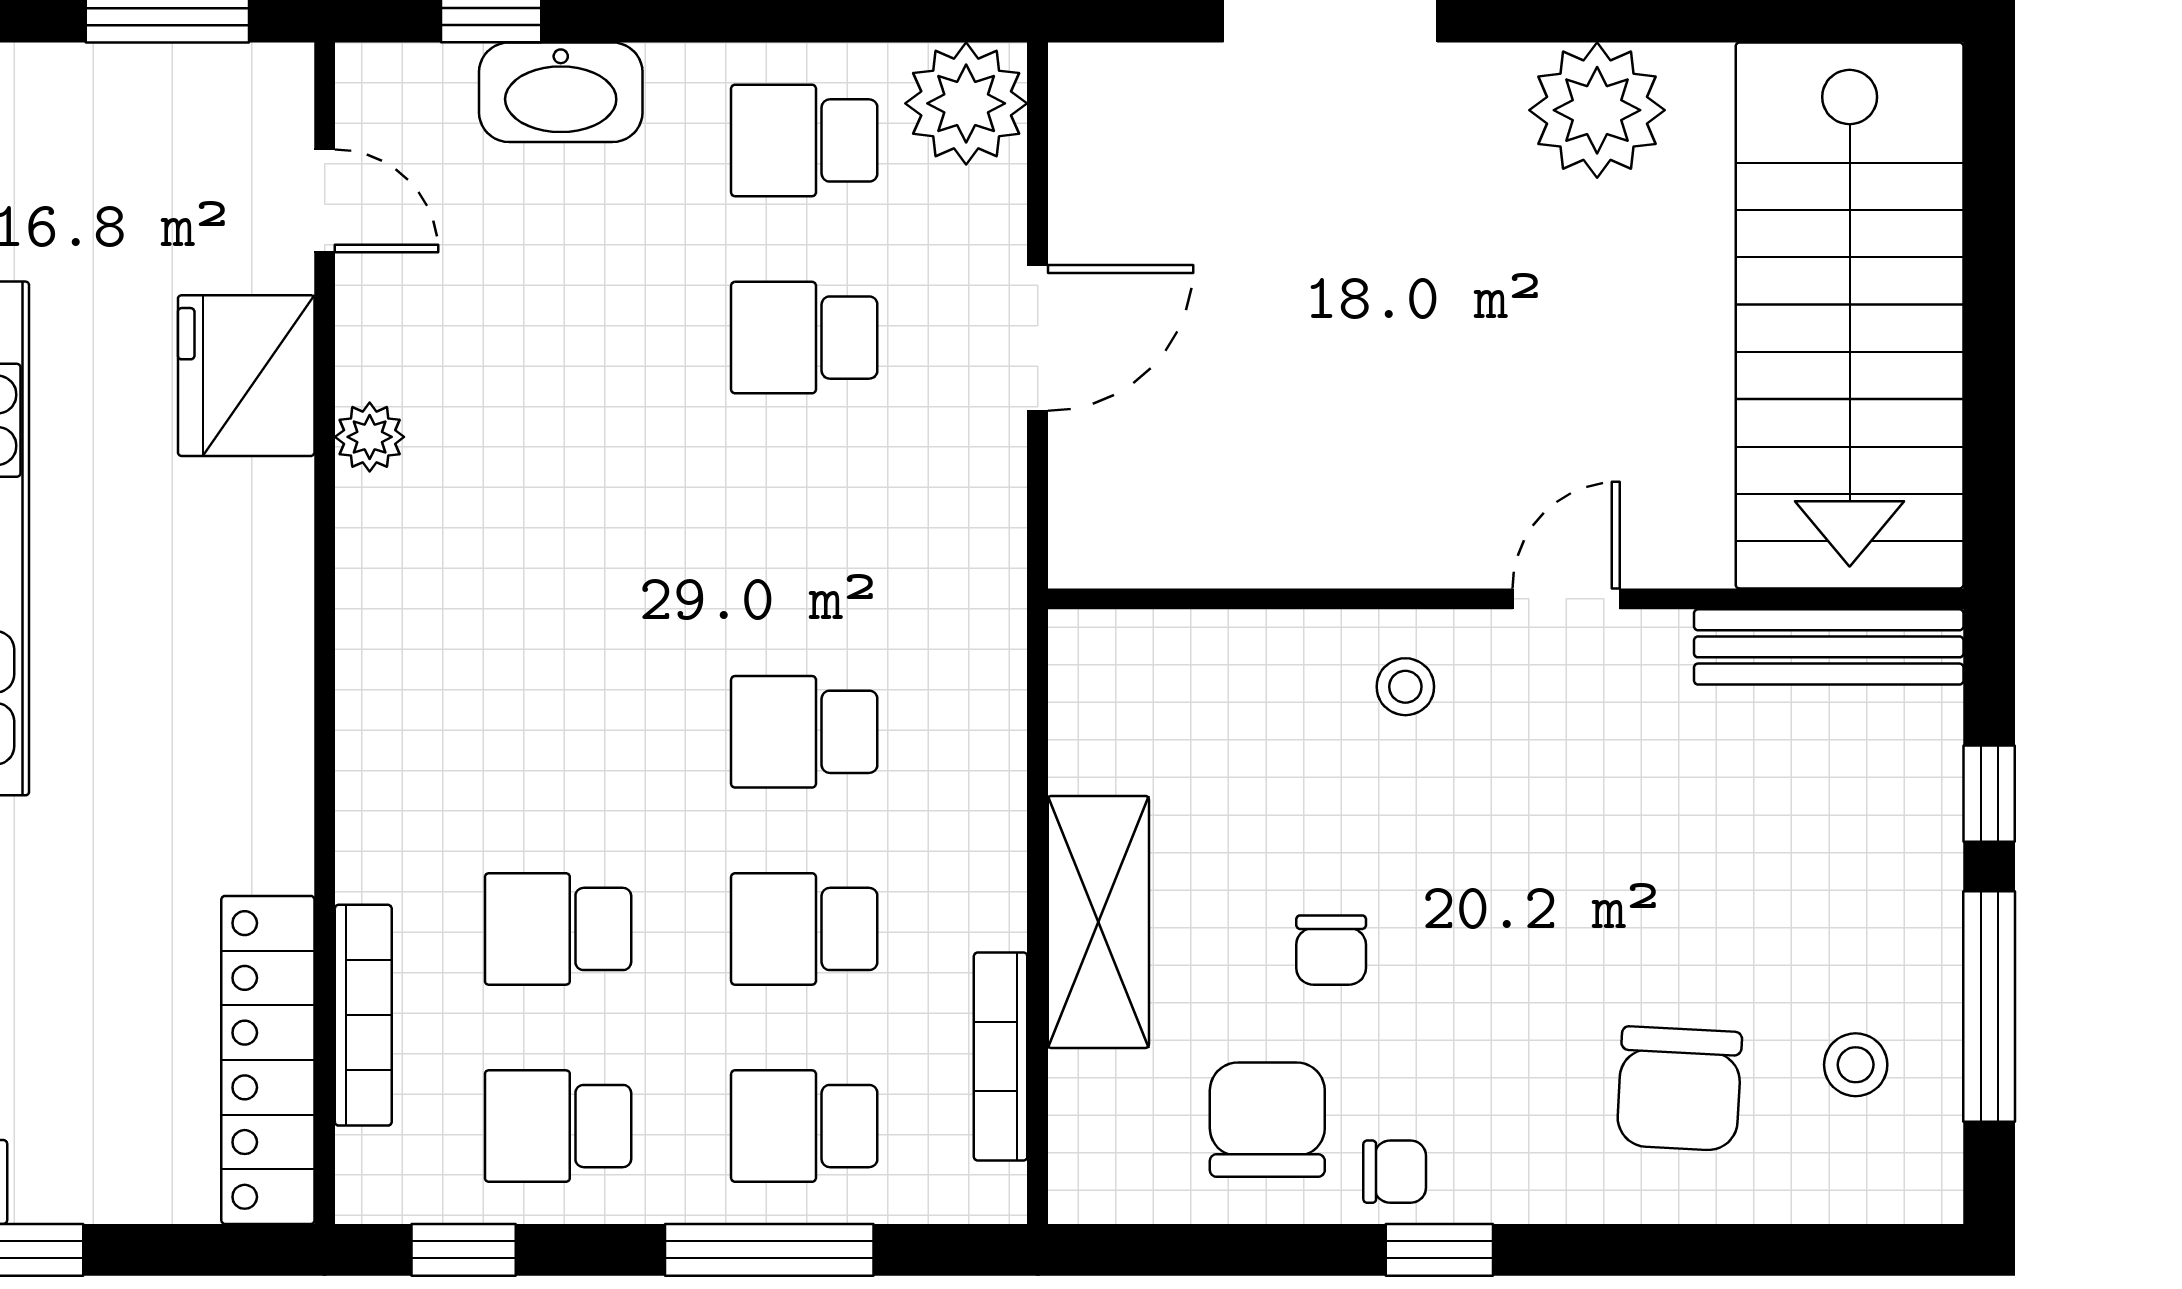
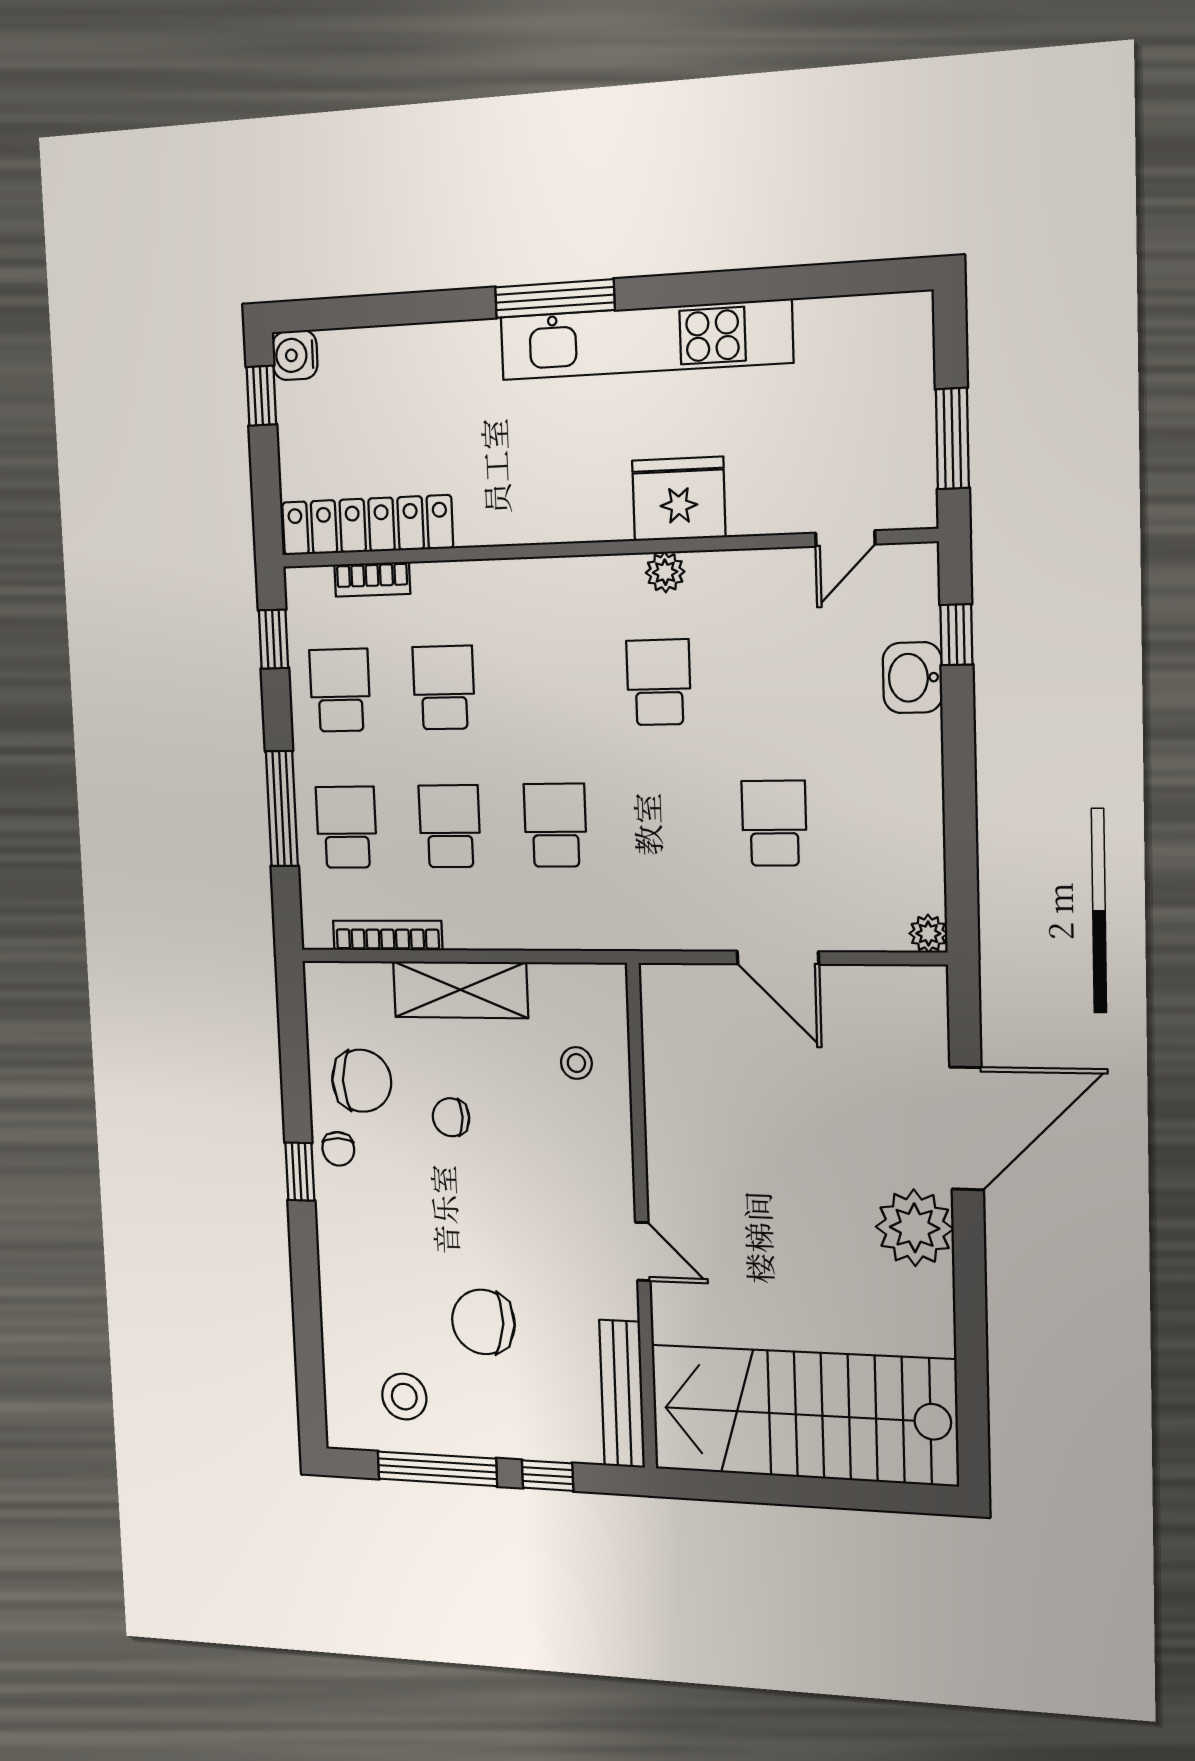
washbasin: (561, 92) -> (912, 678), width x0.72
plant: (966, 103) -> (928, 933), width x0.53, depth x0.53
plant: (1597, 110) -> (915, 1228), moved
school desk: (804, 140) -> (659, 682), moved
fridge: (246, 376) -> (679, 499), moved
plant: (370, 437) -> (665, 572), moved
stool: (1405, 687) -> (576, 1063), moved
bookcase: (363, 1015) -> (372, 579), width x0.64
stool: (1856, 1065) -> (404, 1397), width x1.37, depth x1.37
chair: (1679, 1089) -> (483, 1322), moved

